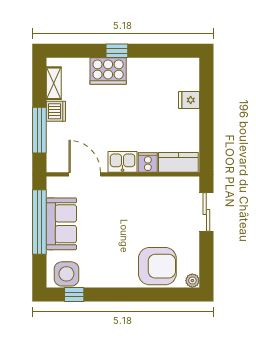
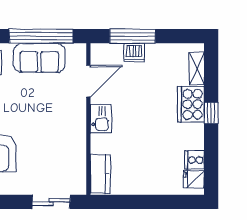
shelving: (54, 83) -> (197, 69), moved, turned 90
fridge: (189, 100) -> (194, 179), moved, turned -90
dishwasher: (56, 111) -> (134, 52), moved
cooker: (148, 162) -> (194, 160), moved, turned 180

